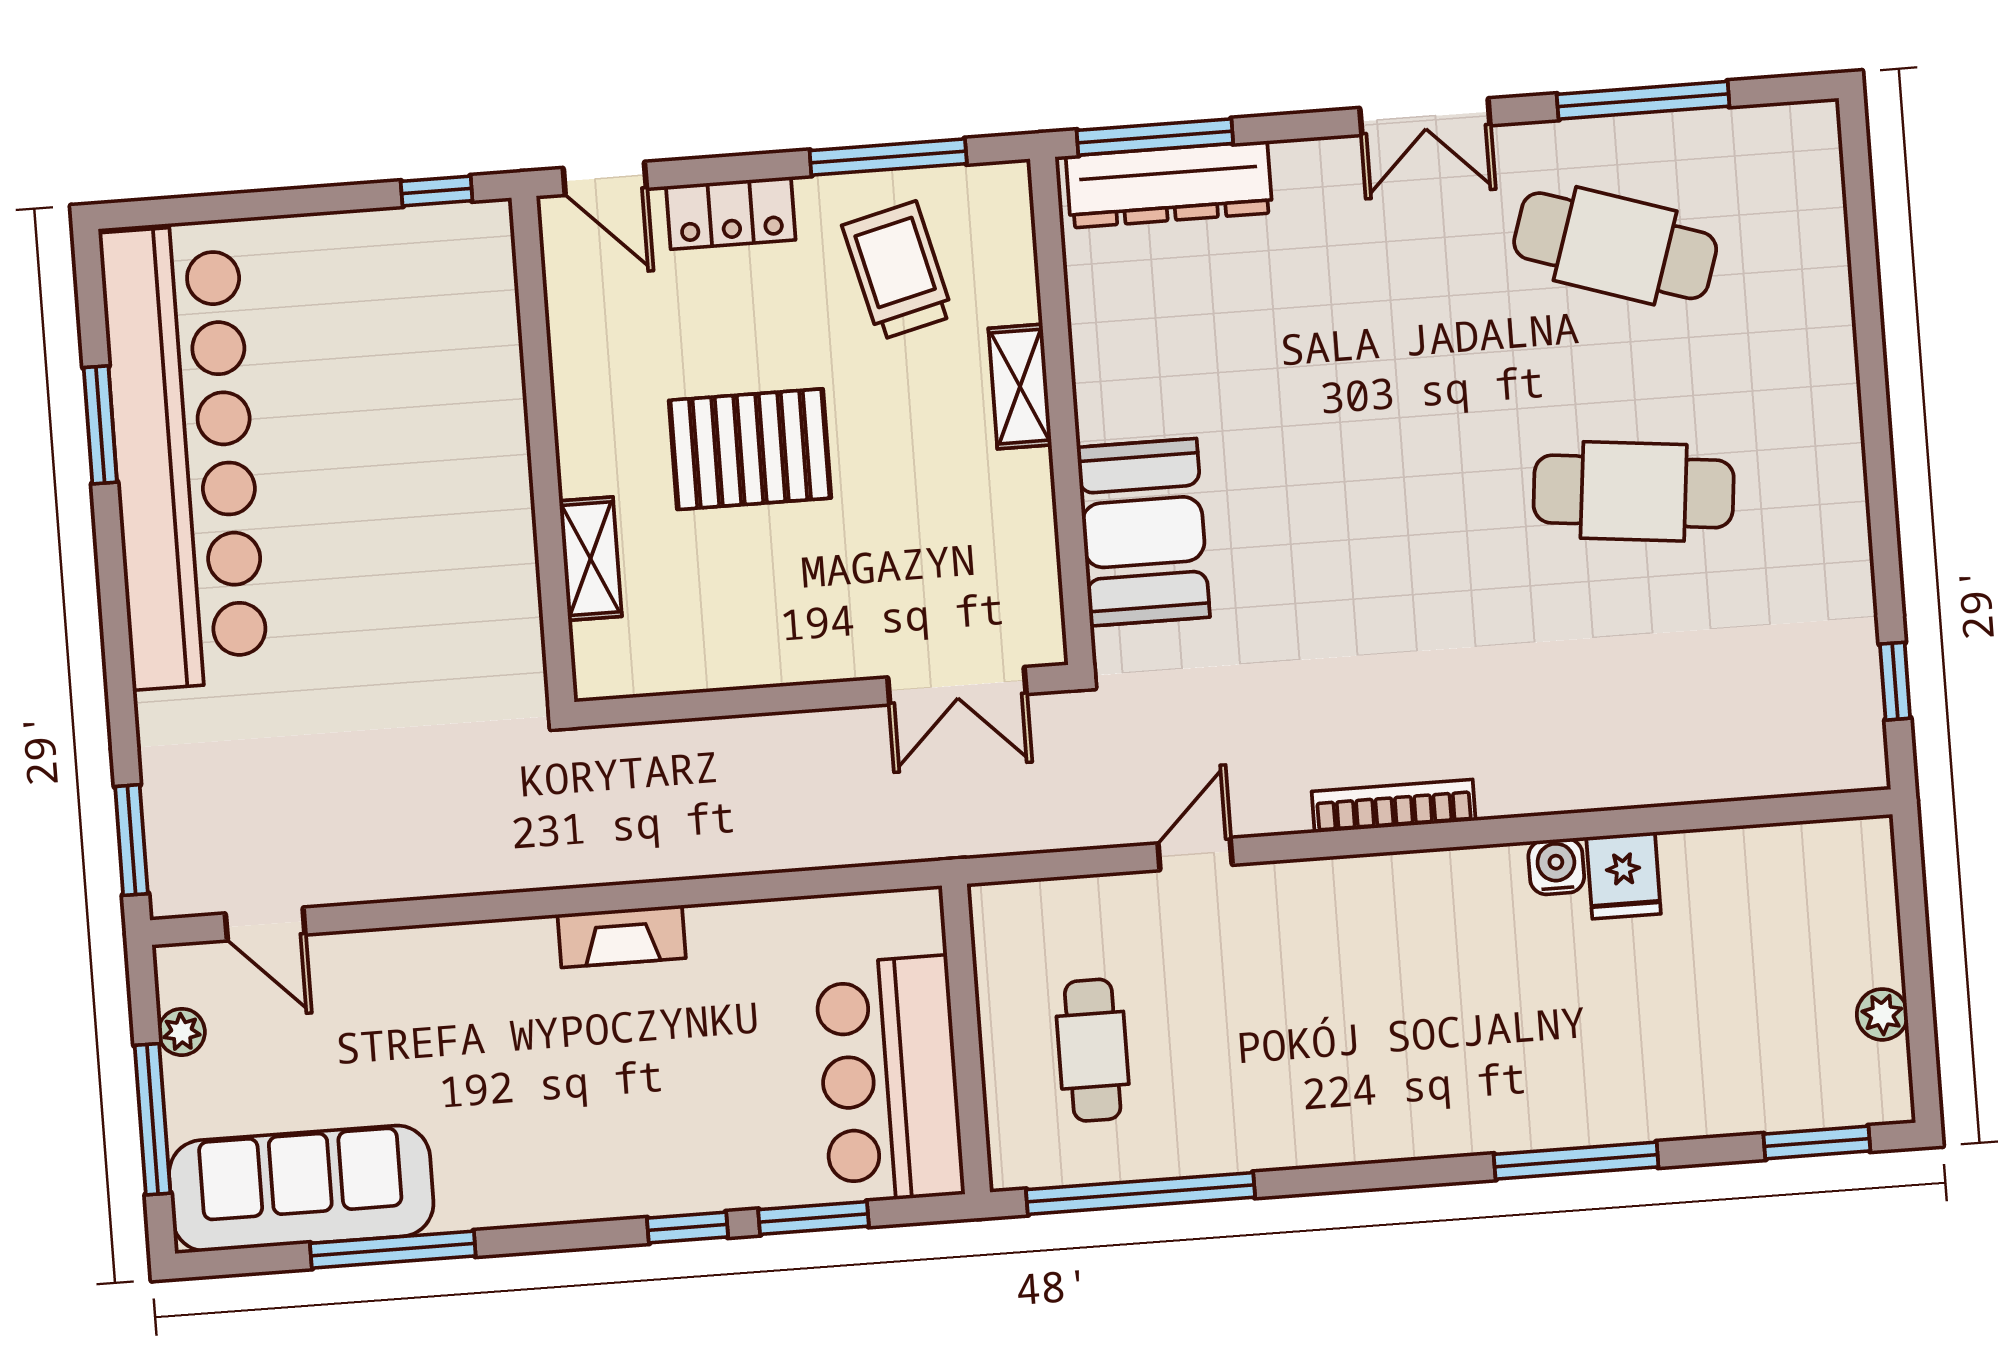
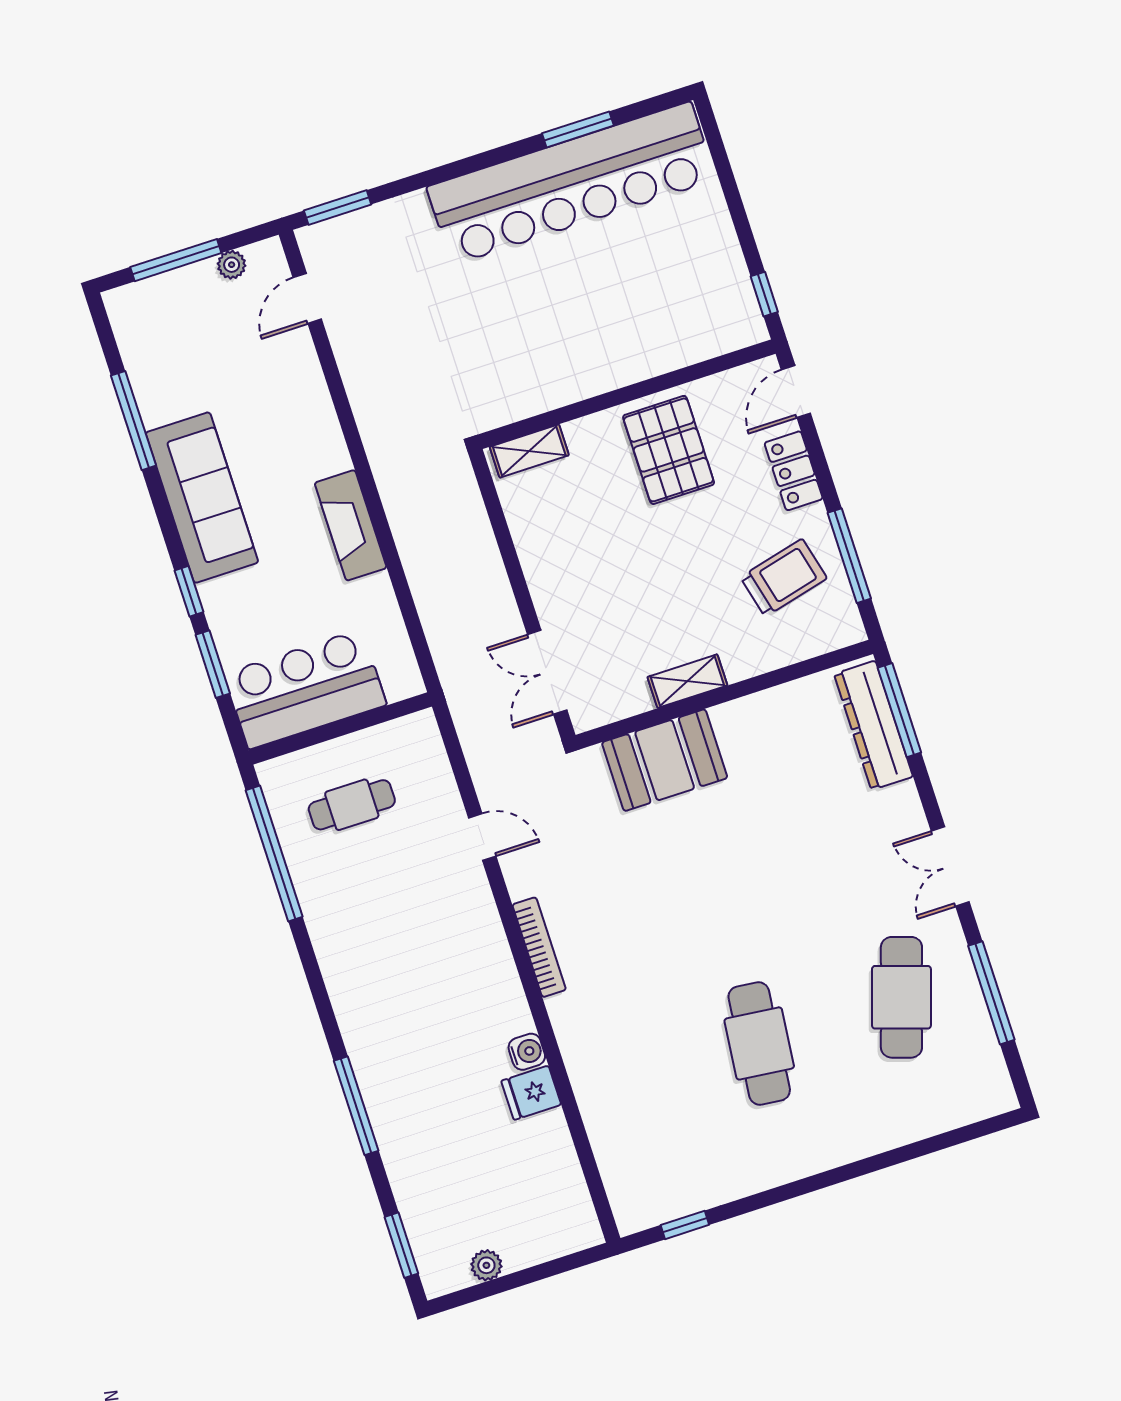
shelving: (1020, 387) -> (687, 681), moved
pallet: (750, 449) -> (669, 450), moved
shelving: (591, 559) -> (529, 451), moved
fireplace: (622, 936) -> (351, 525), width x1.37, depth x1.32
sofa: (301, 1188) -> (202, 498), moved

